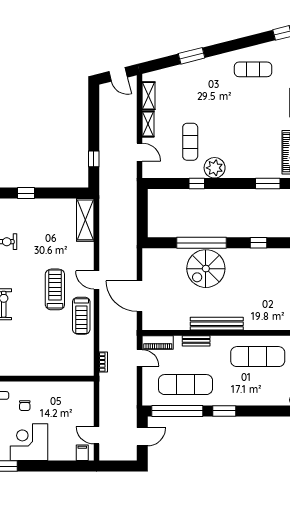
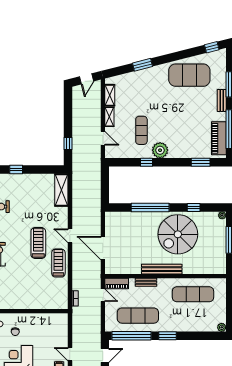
exercise mat: (253, 69) -> (189, 75), width x2.00, depth x1.45
door: (118, 74) -> (86, 79), hinge flipped
spiral stairs: (206, 269) -> (178, 234), moved, width x1.37, depth x1.37
treadmill: (81, 316) -> (58, 263), turned 180

